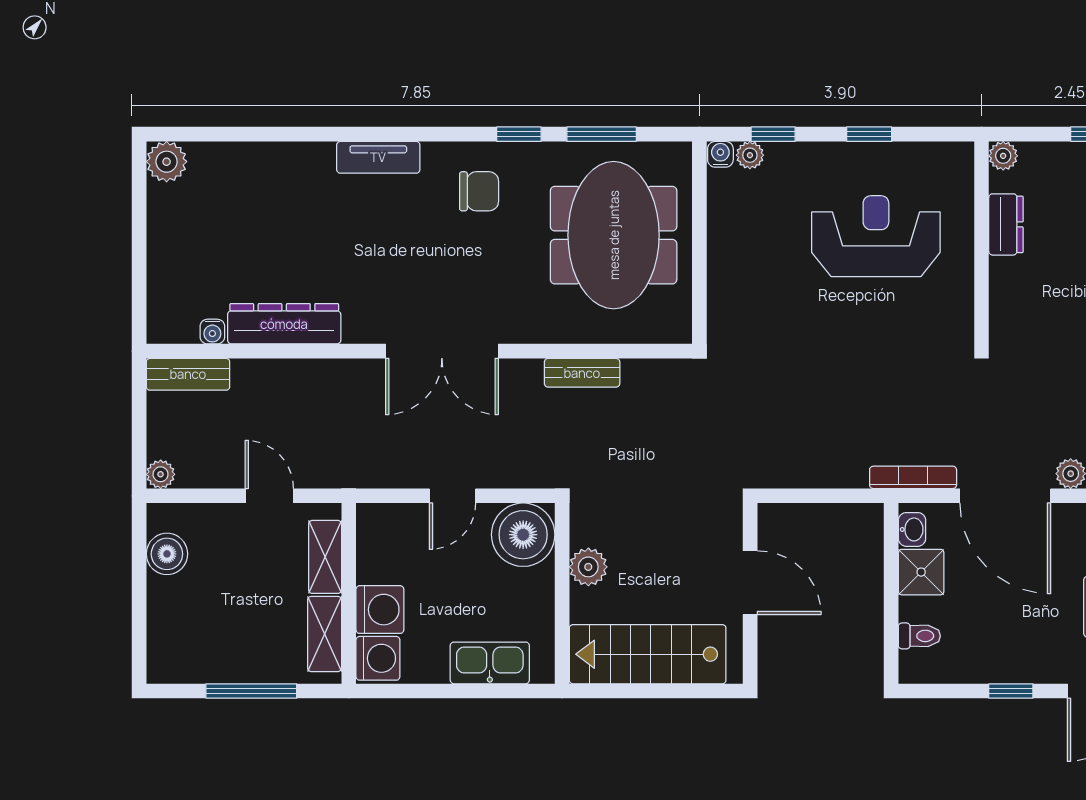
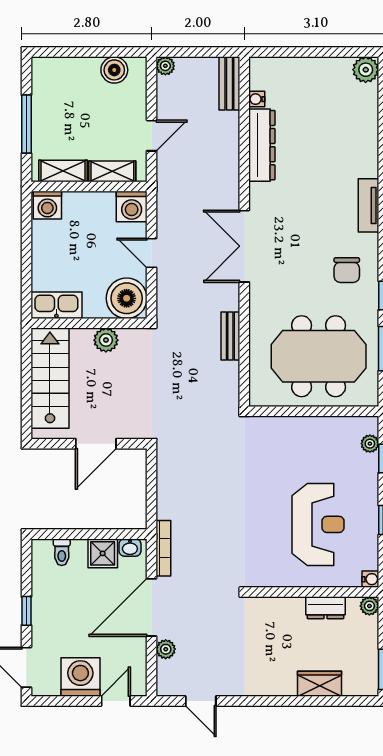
water cooler: (720, 154) -> (370, 579), moved
washing machine: (380, 610) -> (132, 206), moved
kitchen sink: (490, 663) -> (56, 305), moved, turned -90

